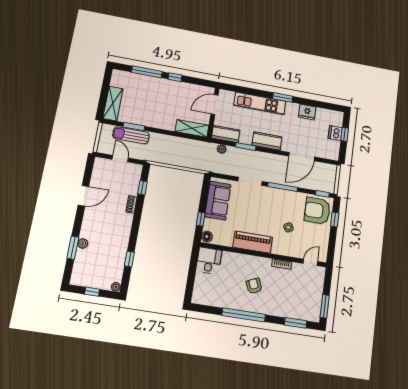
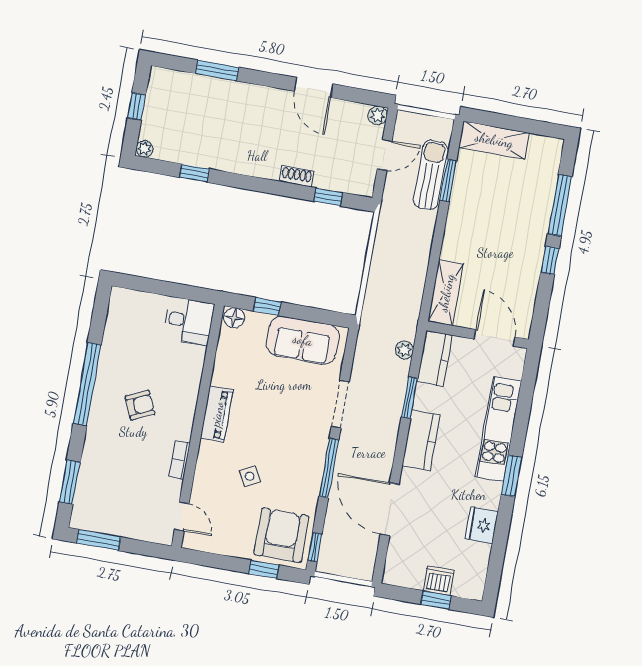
piano: (253, 242) -> (217, 414), width x0.73, depth x0.75
plant: (83, 243) -> (378, 115), moved

